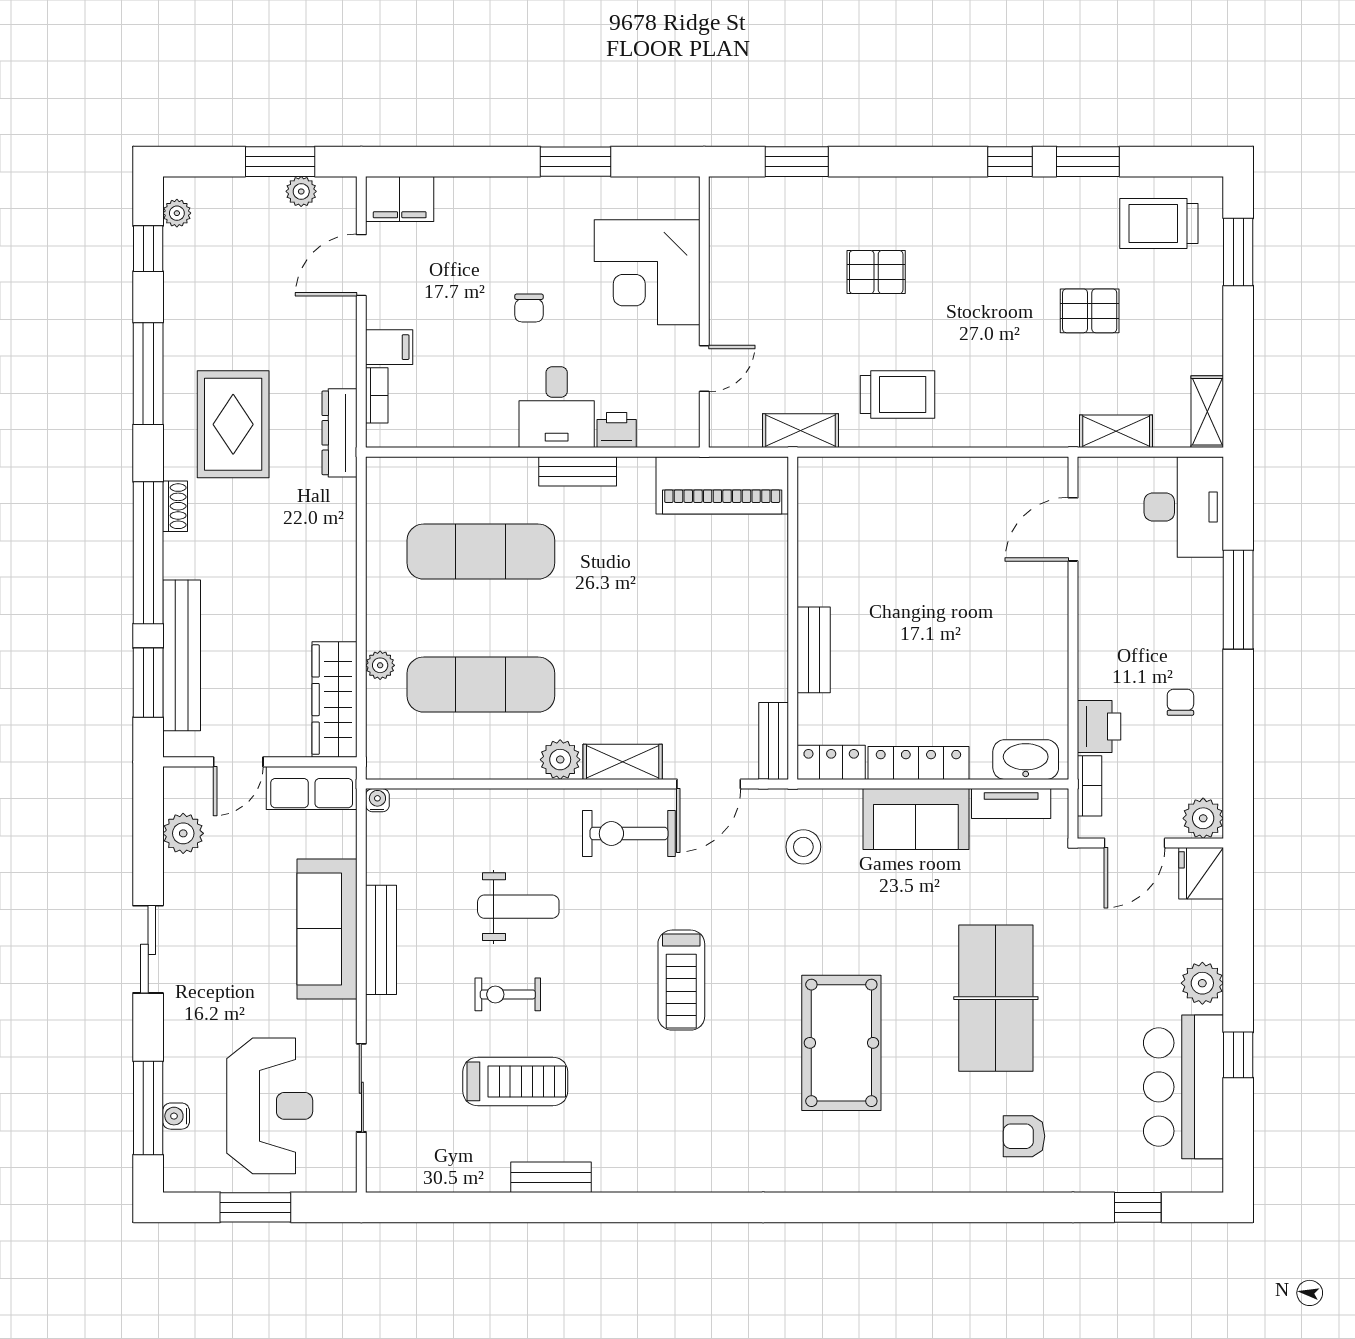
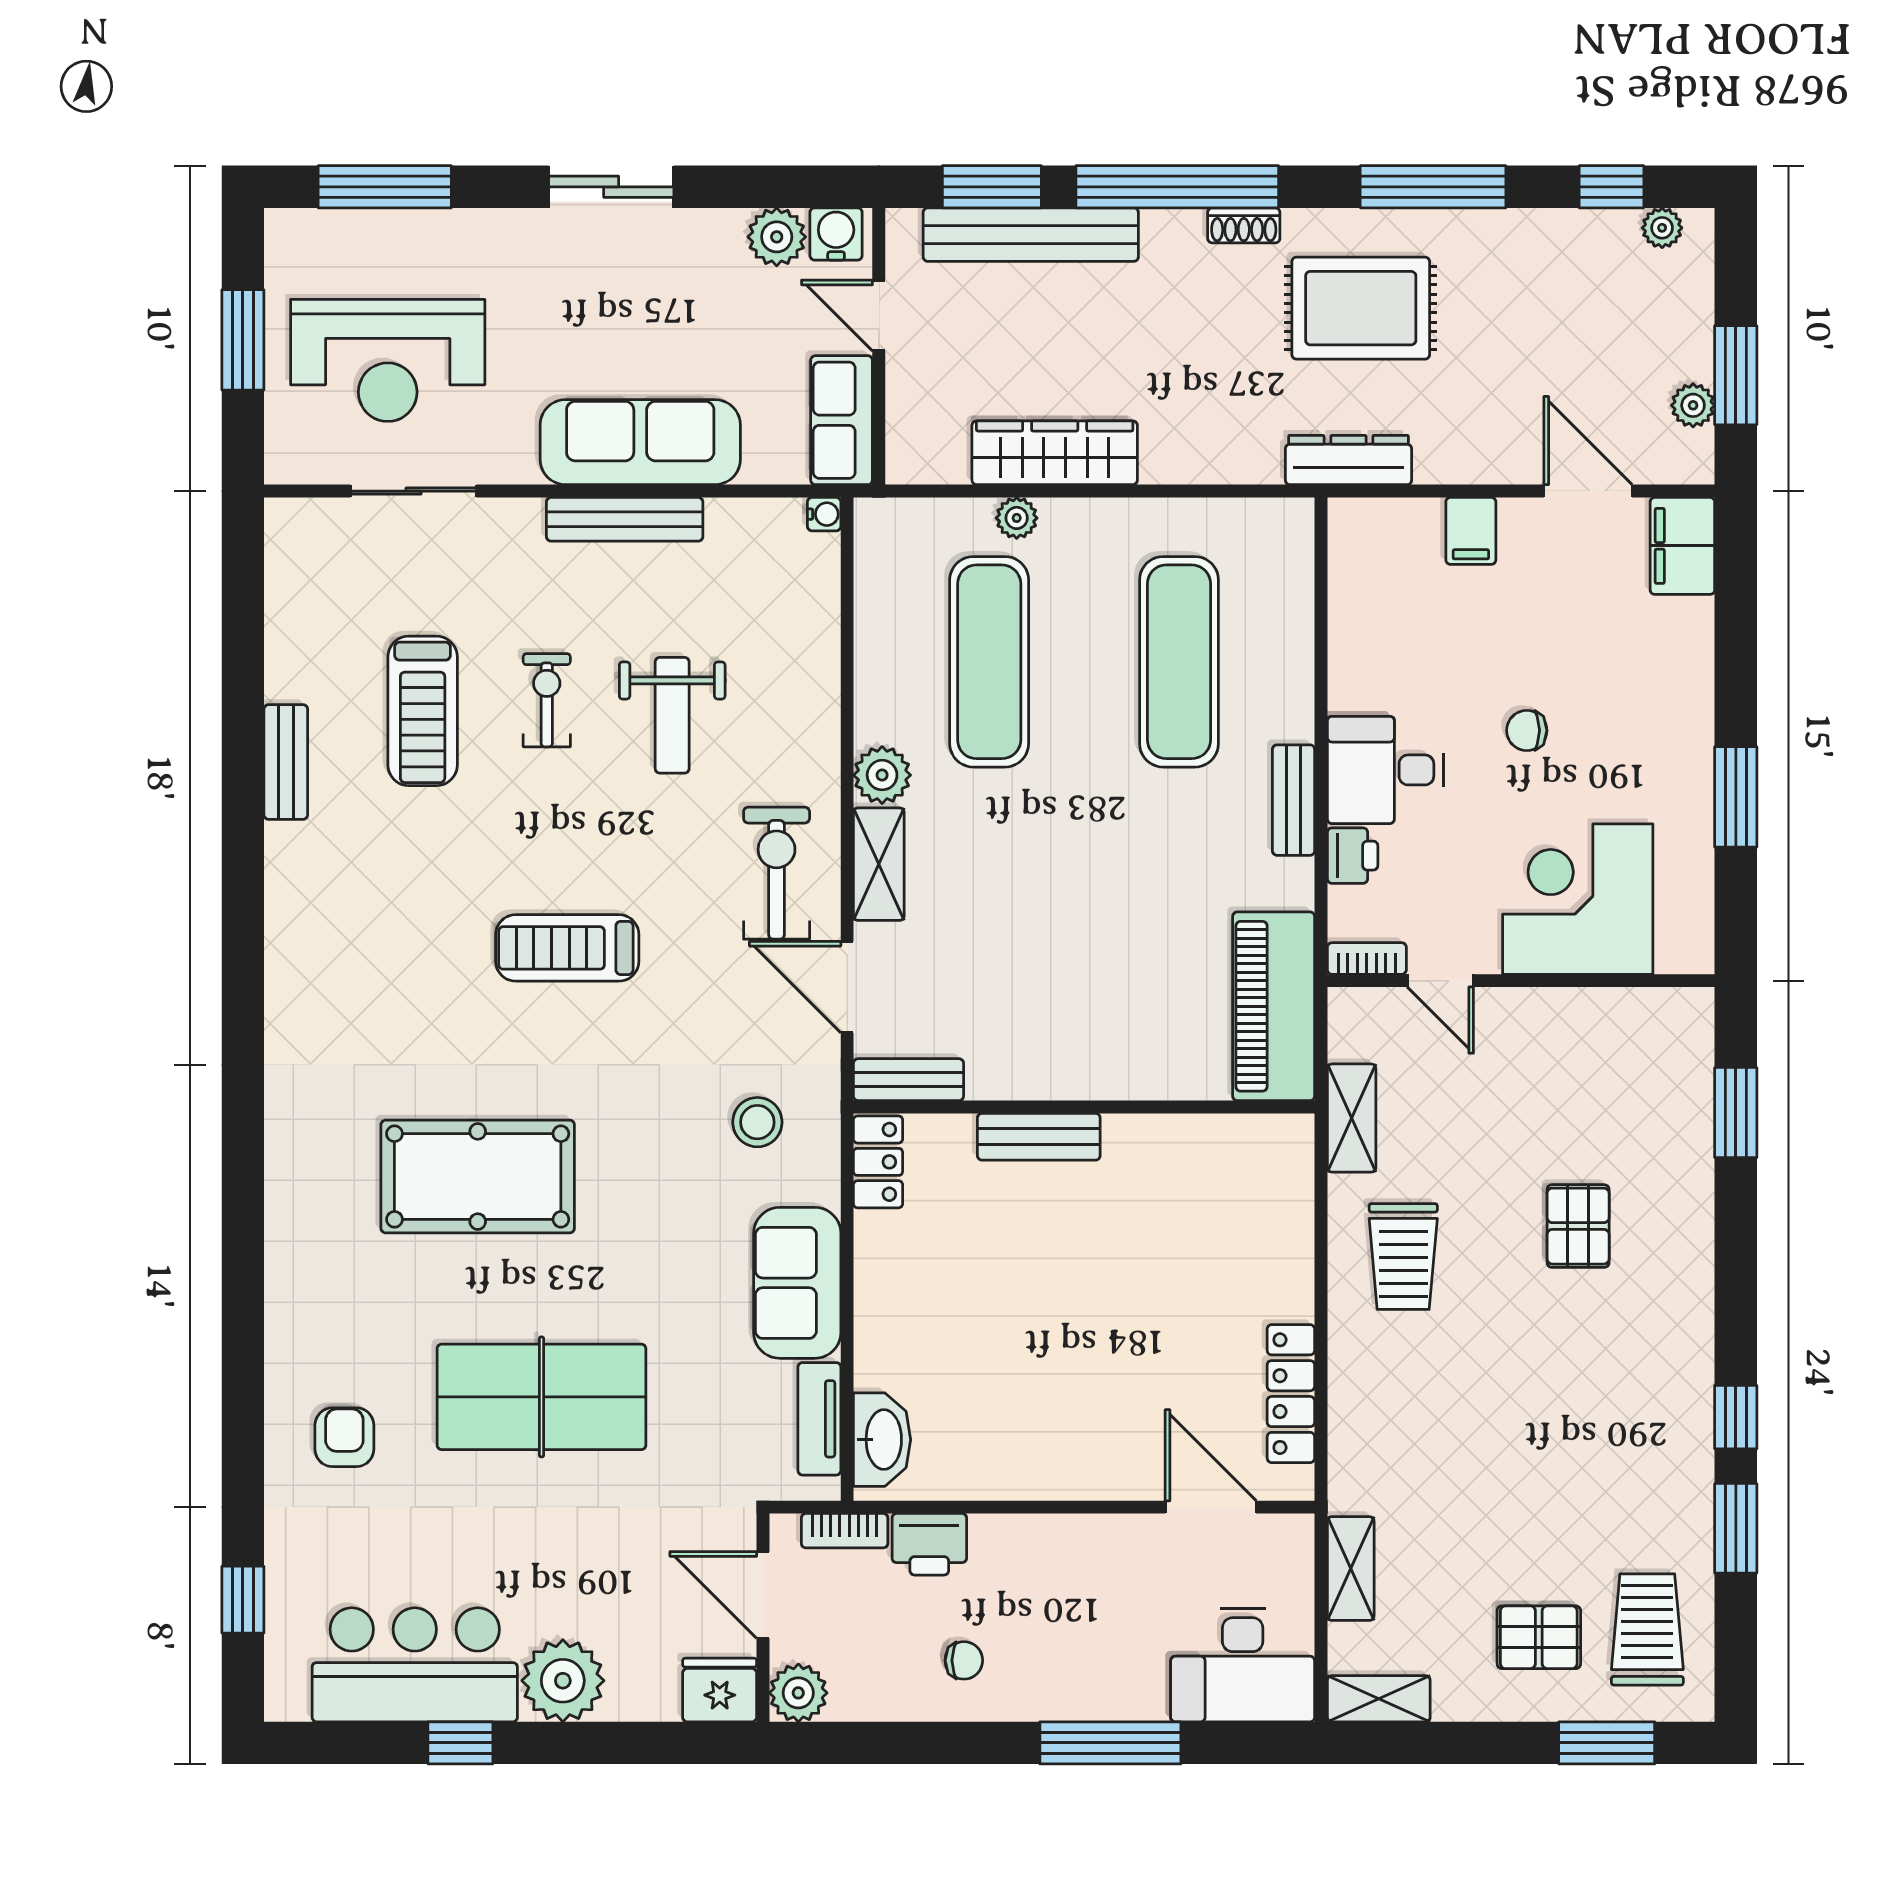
pallet: (1090, 311) -> (1539, 1637), moved, turned 90
bookcase: (377, 395) -> (1367, 959), moved, turned 180
wardrobe: (334, 700) -> (1055, 453), moved
locker: (918, 763) -> (1291, 1394), moved, turned 180
plant: (1202, 983) -> (563, 1681), width x1.36, depth x1.36
water cooler: (176, 1116) -> (836, 234), moved, width x1.38, depth x1.38

